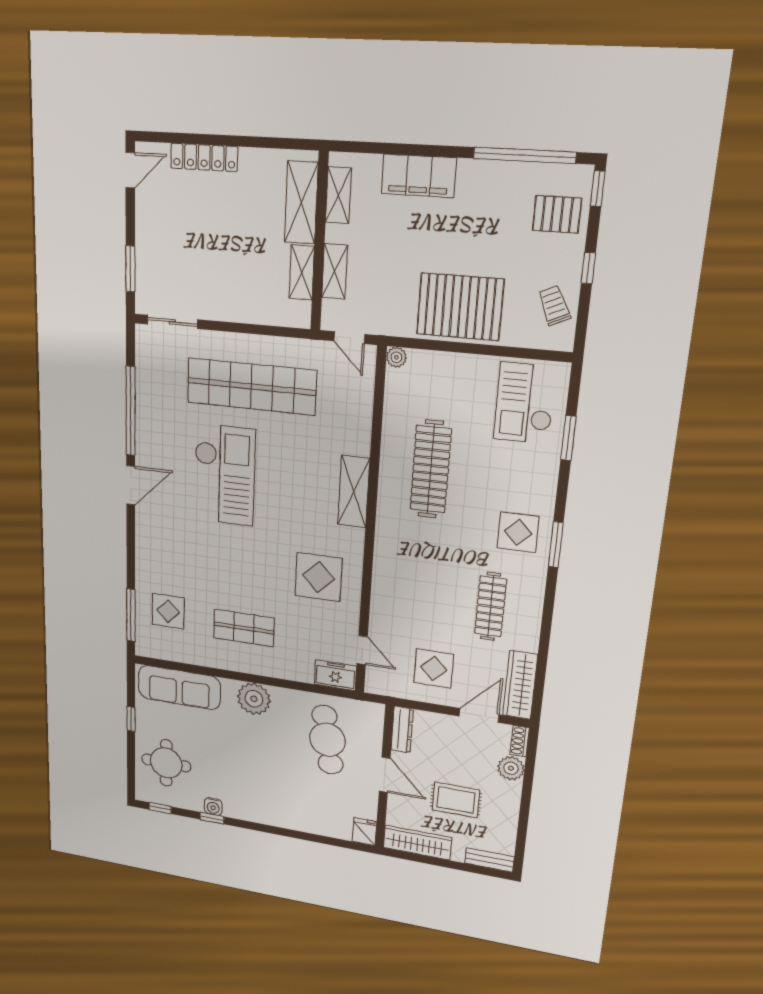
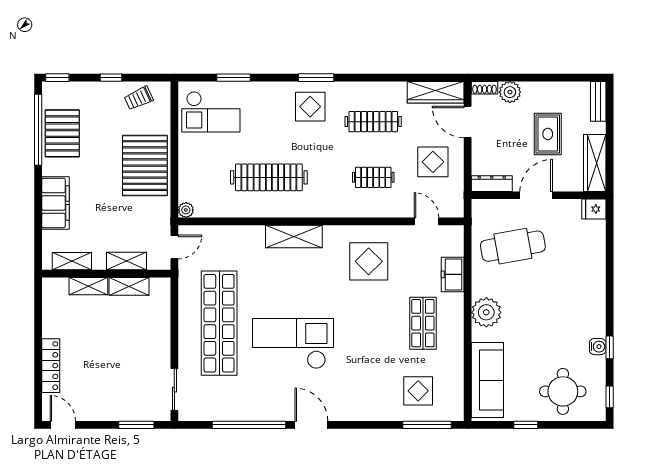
shelving: (301, 203) -> (88, 286), width x0.67, depth x0.75
pallet: (557, 214) -> (62, 133), moved, width x1.50, depth x1.42
clothes rail: (420, 597) -> (373, 177), added
door: (362, 650) -> (427, 221), hinge flipped
freezer: (335, 675) -> (453, 274), moved

